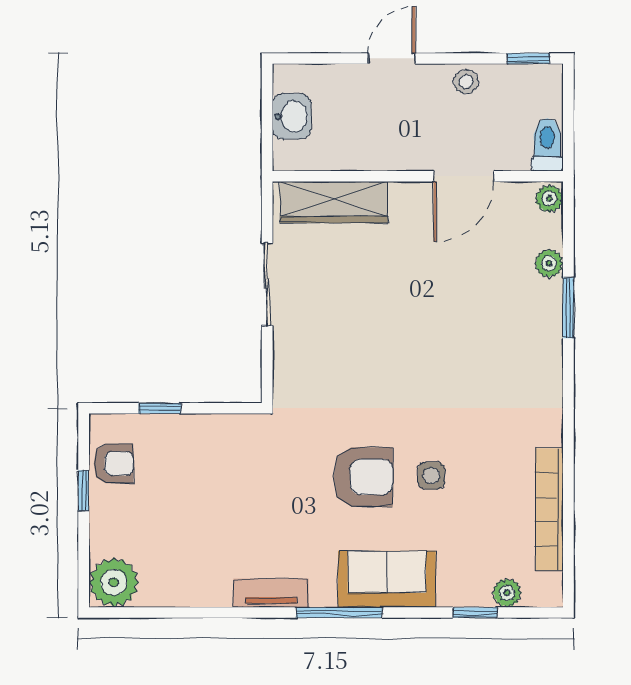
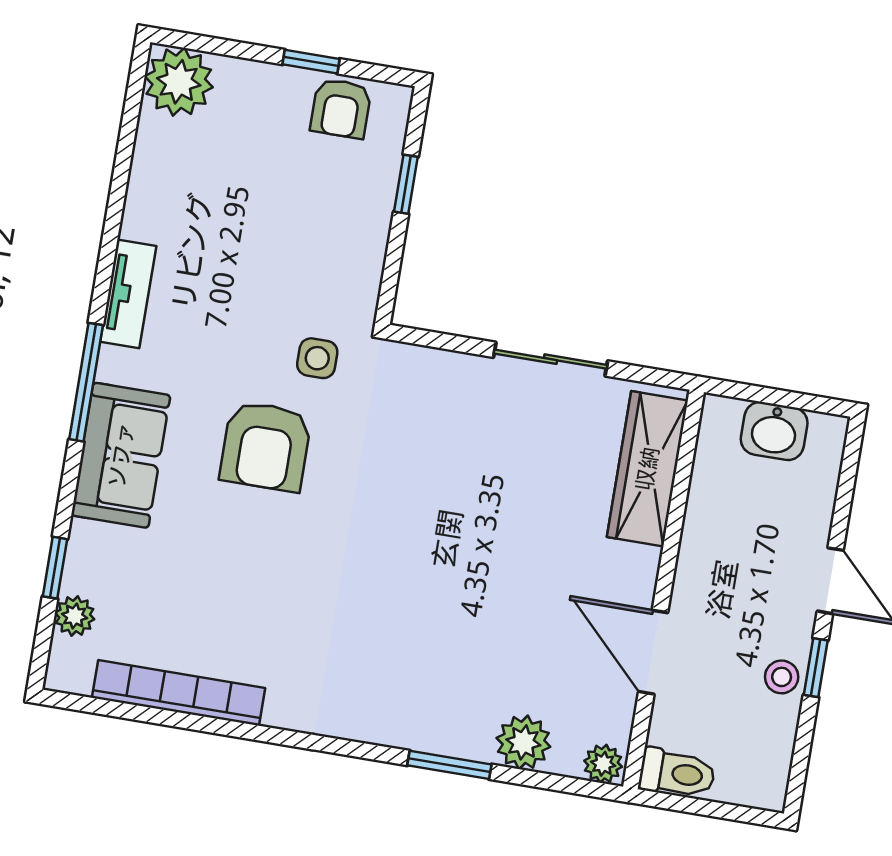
window: (528, 58) -> (816, 668), moved
plant: (549, 263) -> (523, 742), width x1.38, depth x1.38
side table: (431, 476) -> (317, 358), moved

